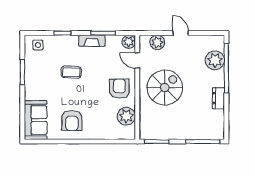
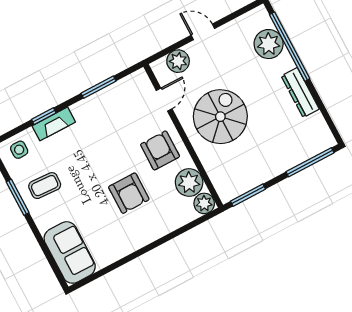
fireplace: (92, 41) -> (54, 124), moved
plant: (129, 42) -> (204, 203), moved
door: (137, 60) -> (164, 100), swing flipped
coffee table: (71, 72) -> (45, 186), moved
dresser: (218, 98) -> (300, 93), width x1.44
armchair: (72, 120) -> (129, 193), moved

